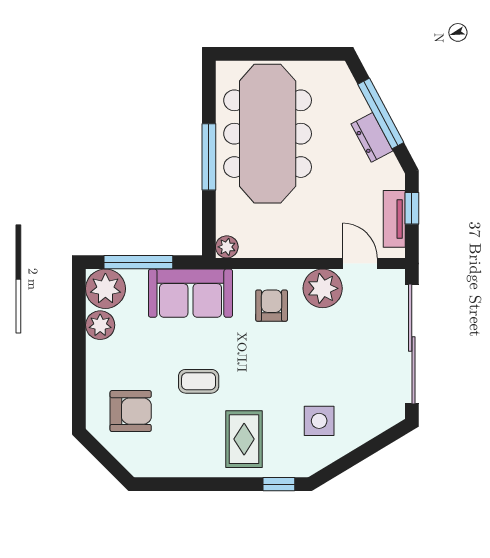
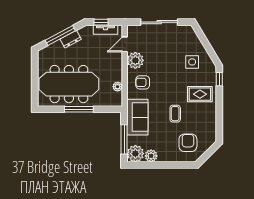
plant: (227, 247) -> (118, 87), moved
sliding door: (412, 344) -> (159, 22), width x0.73

